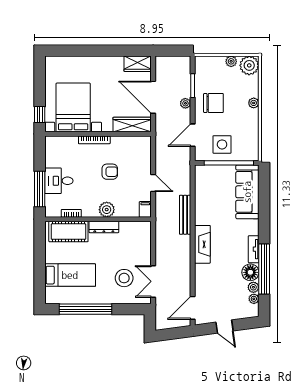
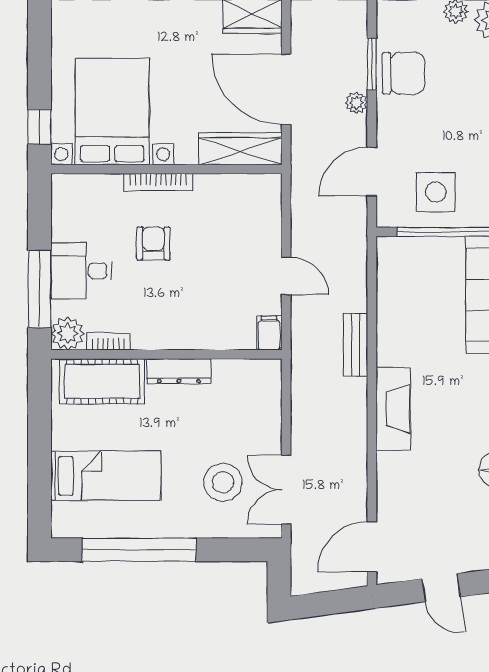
chair: (213, 103) -> (403, 73), moved
armchair: (110, 172) -> (153, 244), moved, turned -90
plant: (107, 210) -> (68, 333), moved
bench: (185, 215) -> (356, 345), width x0.73

